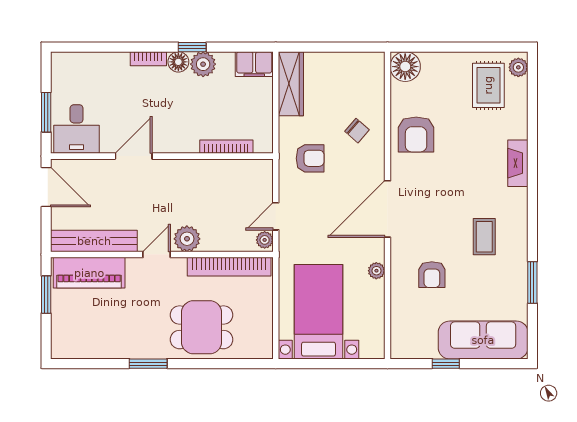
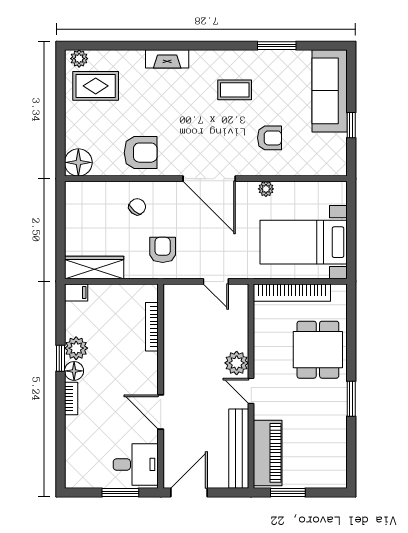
filing cabinet: (254, 64) -> (76, 293), width x0.50
plant: (265, 240) -> (238, 292), removed
bookcase: (229, 267) -> (292, 293), moved, turned 90

